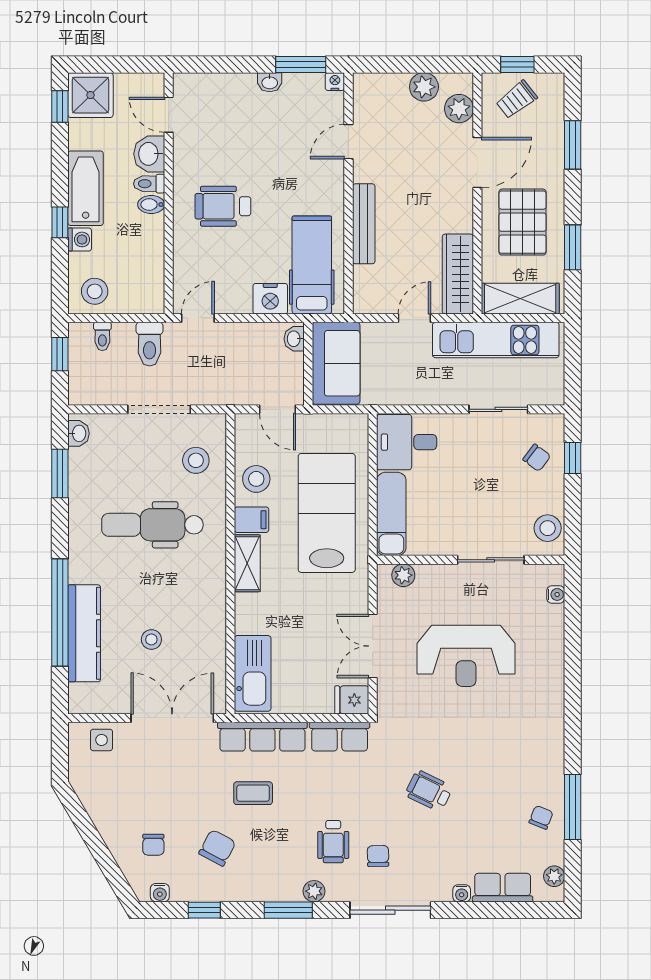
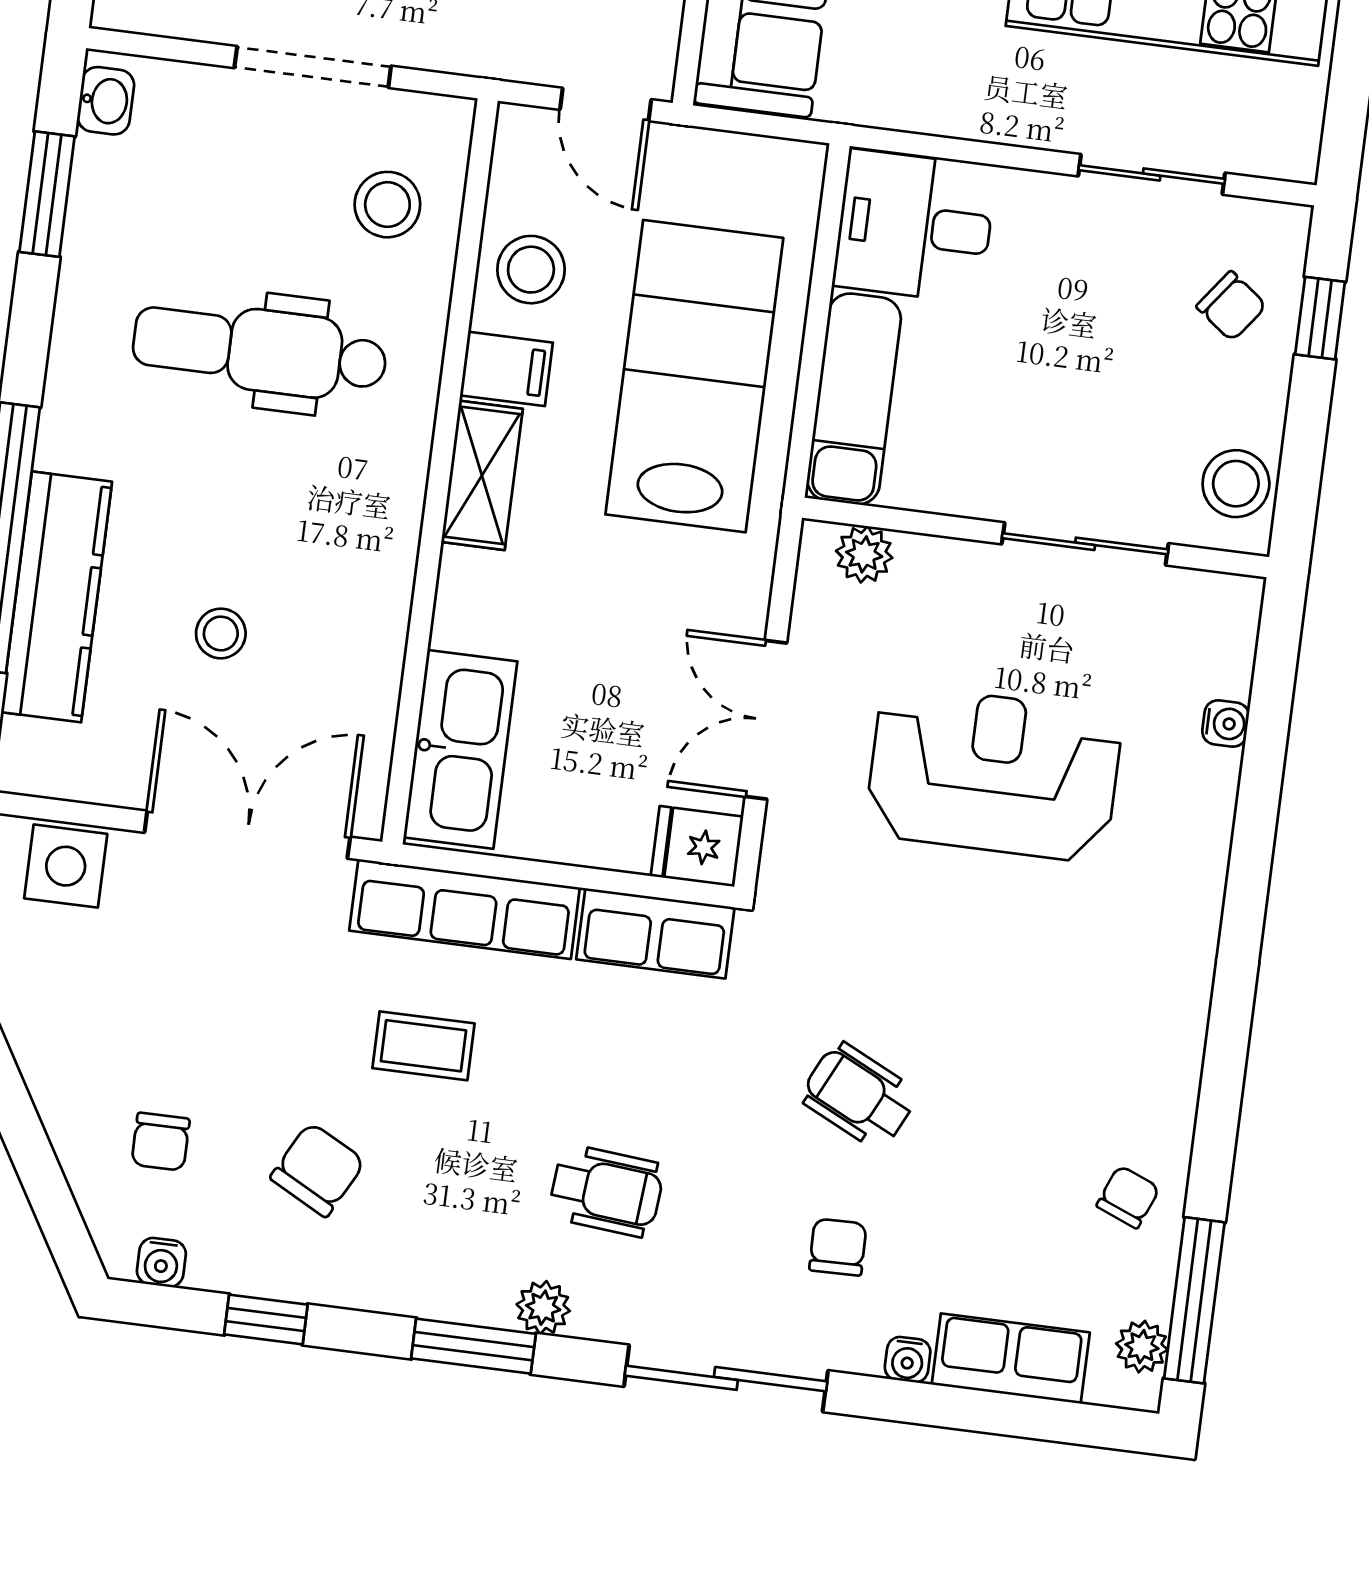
water cooler: (556, 594) -> (1226, 723), moved
reception desk: (466, 656) -> (994, 773), turned 180
side table: (102, 740) -> (66, 866), width x1.37, depth x1.37
window: (573, 807) -> (1194, 1300), moved
wheelchair: (333, 842) -> (606, 1191), turned -85
chair: (378, 856) -> (838, 1247), moved

